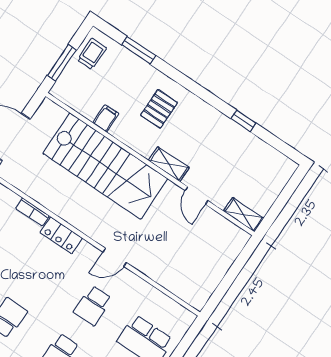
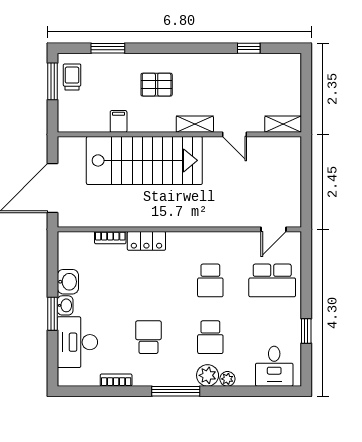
window: (62, 63) -> (52, 81), moved
pallet: (159, 109) -> (157, 85), turned 90
window: (243, 121) -> (249, 48), moved
door: (115, 257) -> (273, 229), moved

